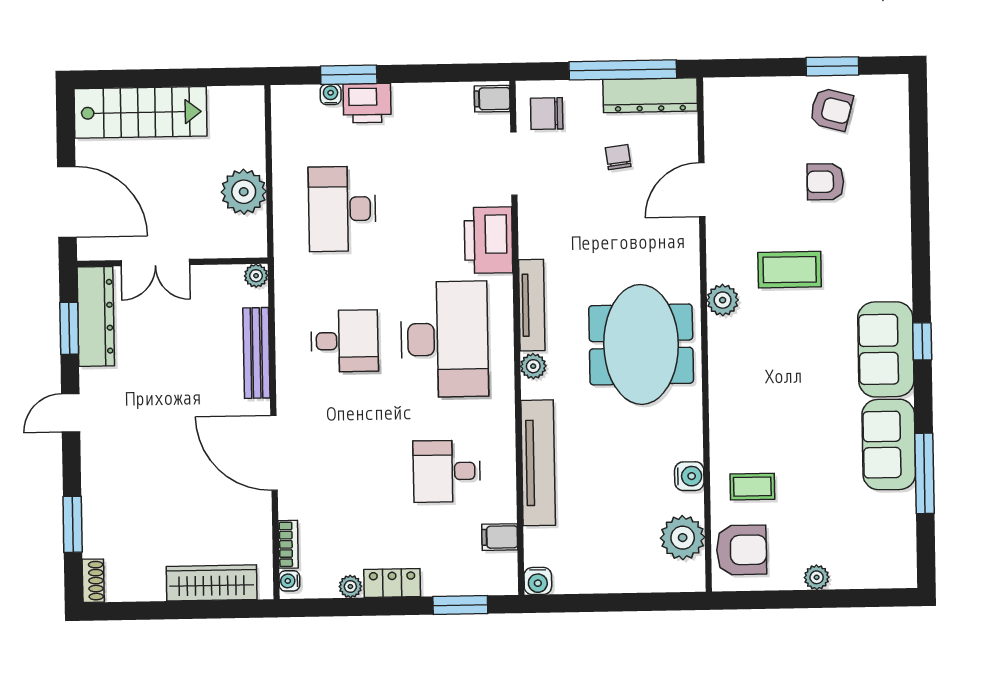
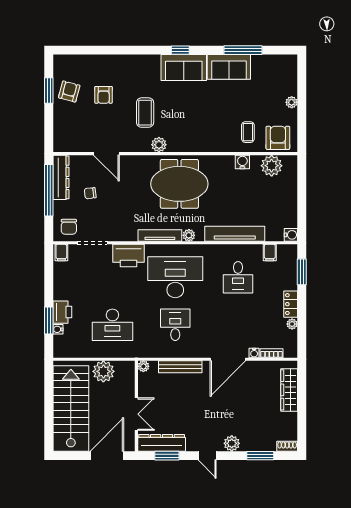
stairs: (140, 112) -> (71, 408), width x1.36, depth x1.51
plant: (97, 464) -> (232, 443), added
water cooler: (289, 581) -> (254, 353), moved

